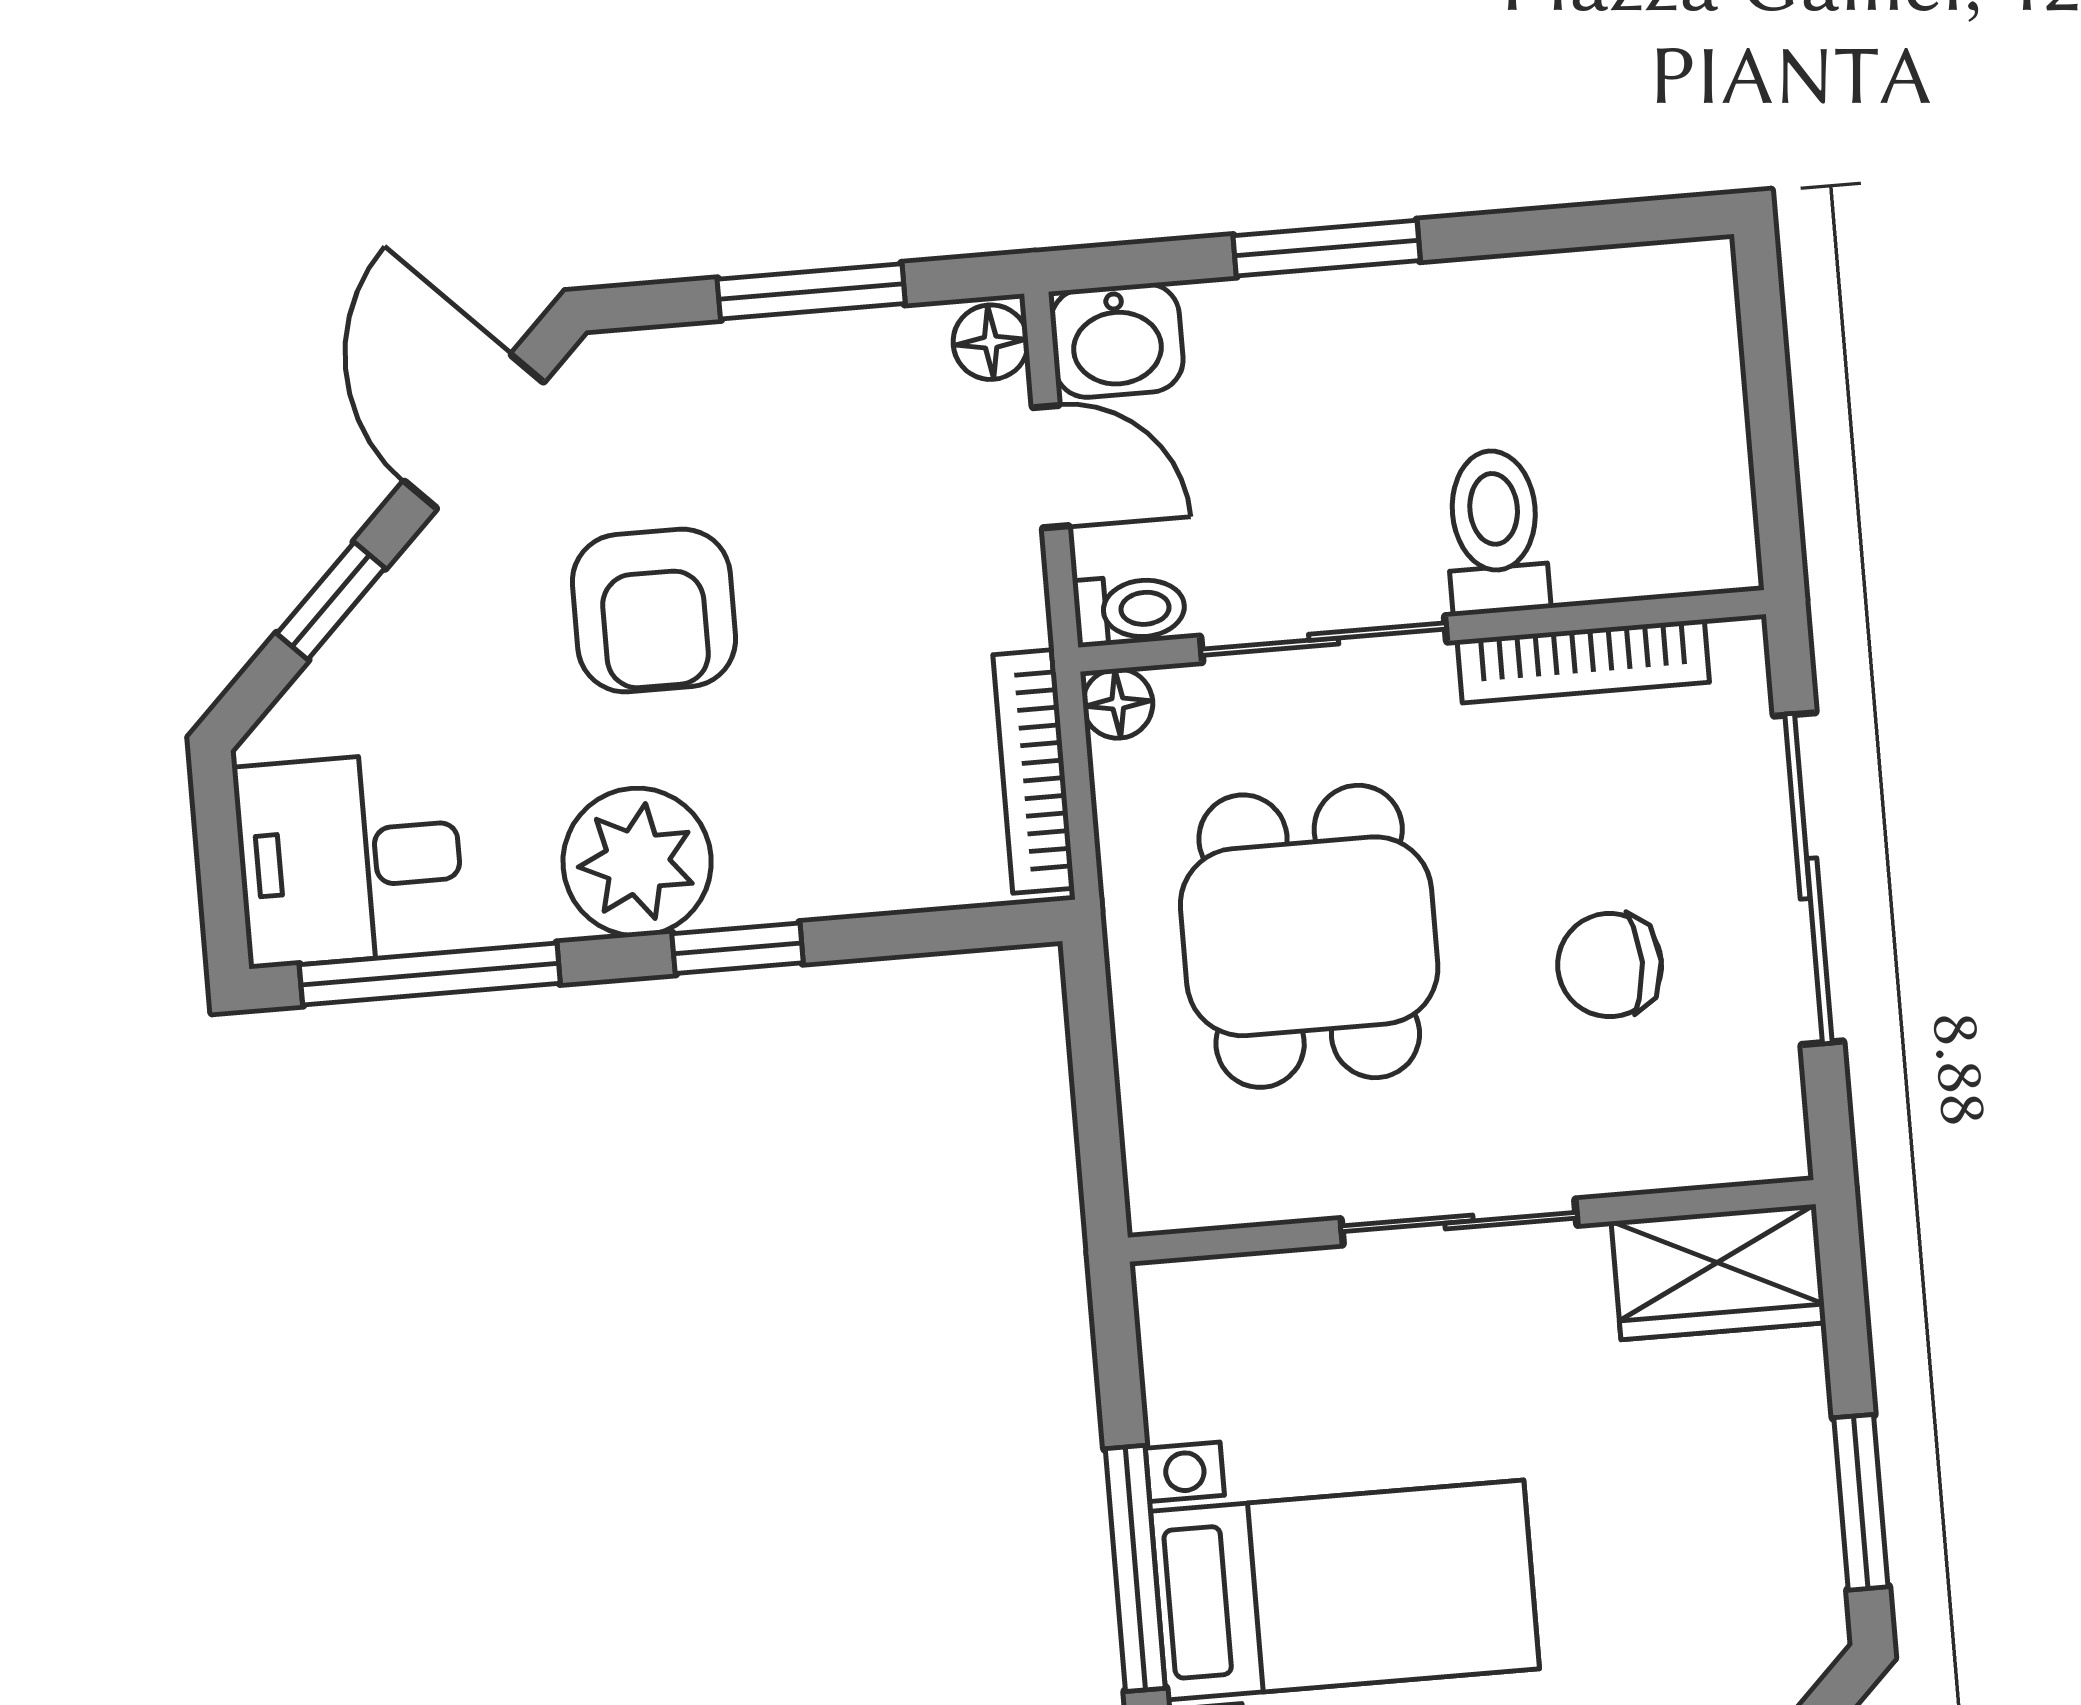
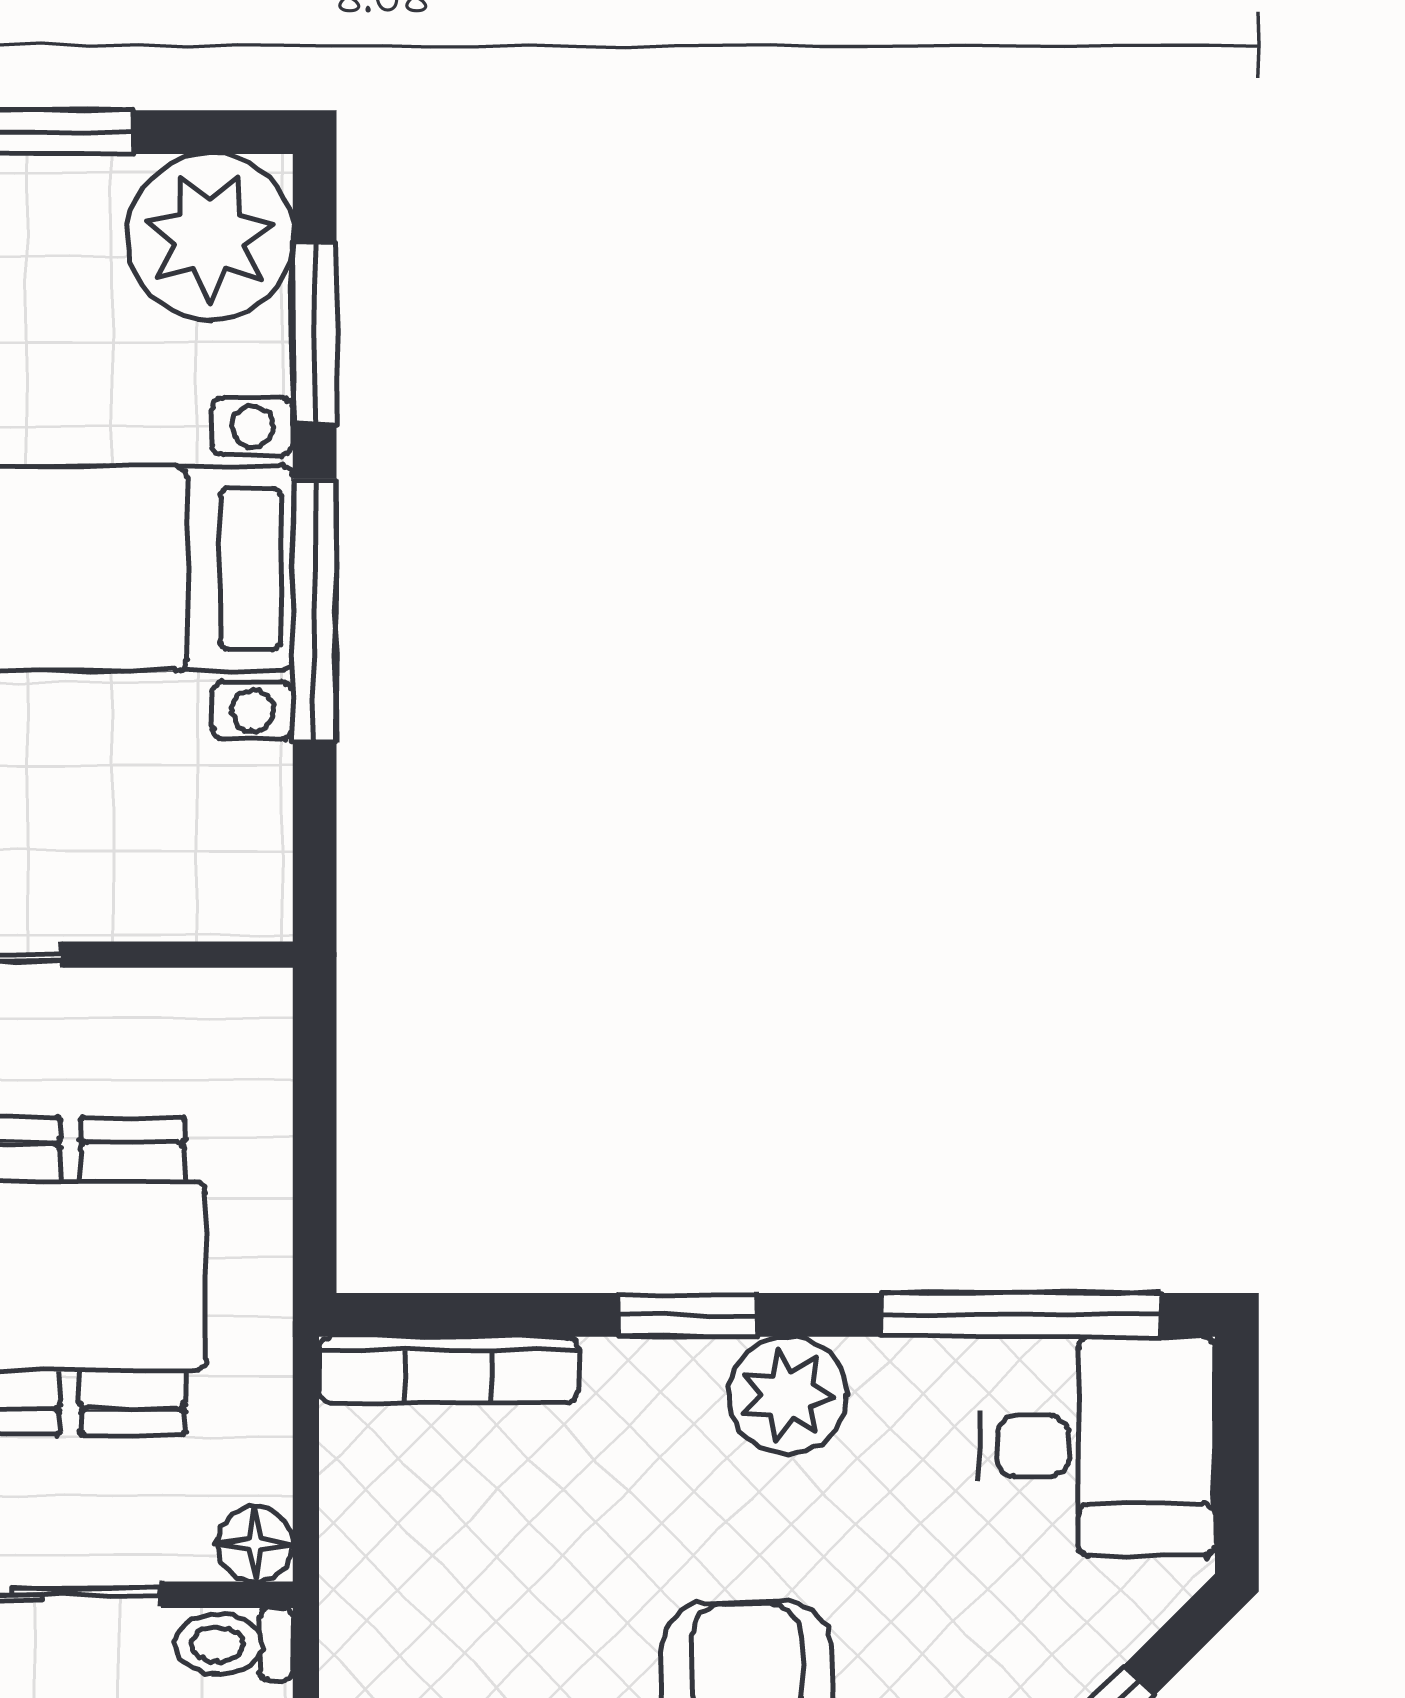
bookcase: (1034, 771) -> (448, 1370), moved, turned 90
plant: (637, 862) -> (787, 1395), width x0.73, depth x0.73

